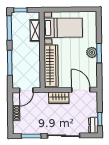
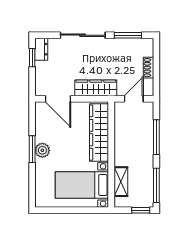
wardrobe: (59, 98) -> (96, 88), width x1.50

